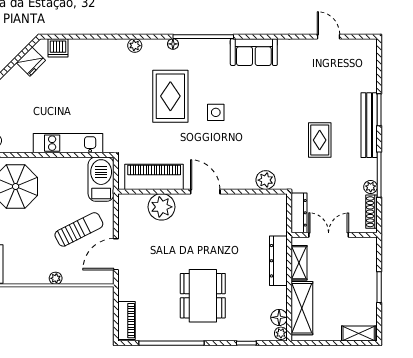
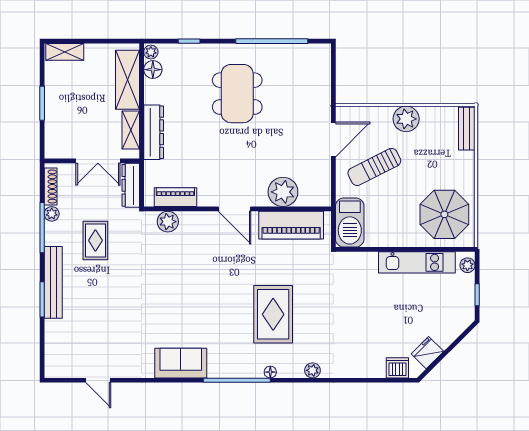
side table: (216, 112) -> (223, 296), removed
rug: (320, 140) -> (95, 240), moved
kitchen unit: (68, 143) -> (417, 262), moved
plant: (56, 278) -> (406, 119), width x1.88, depth x1.88
piano: (127, 321) -> (175, 197), moved, turned 90

